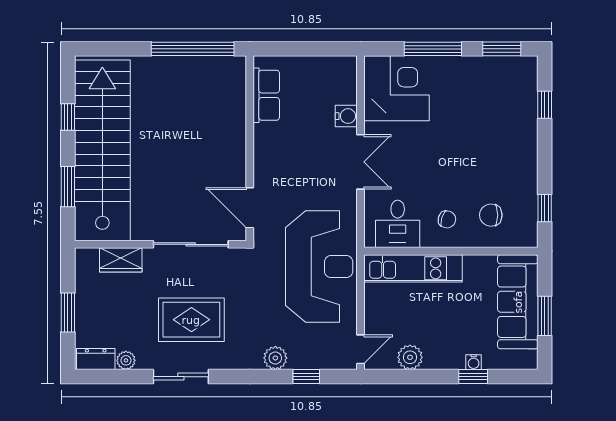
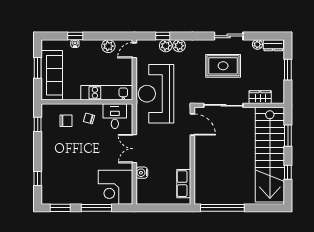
plant: (301, 358) -> (166, 46), added

